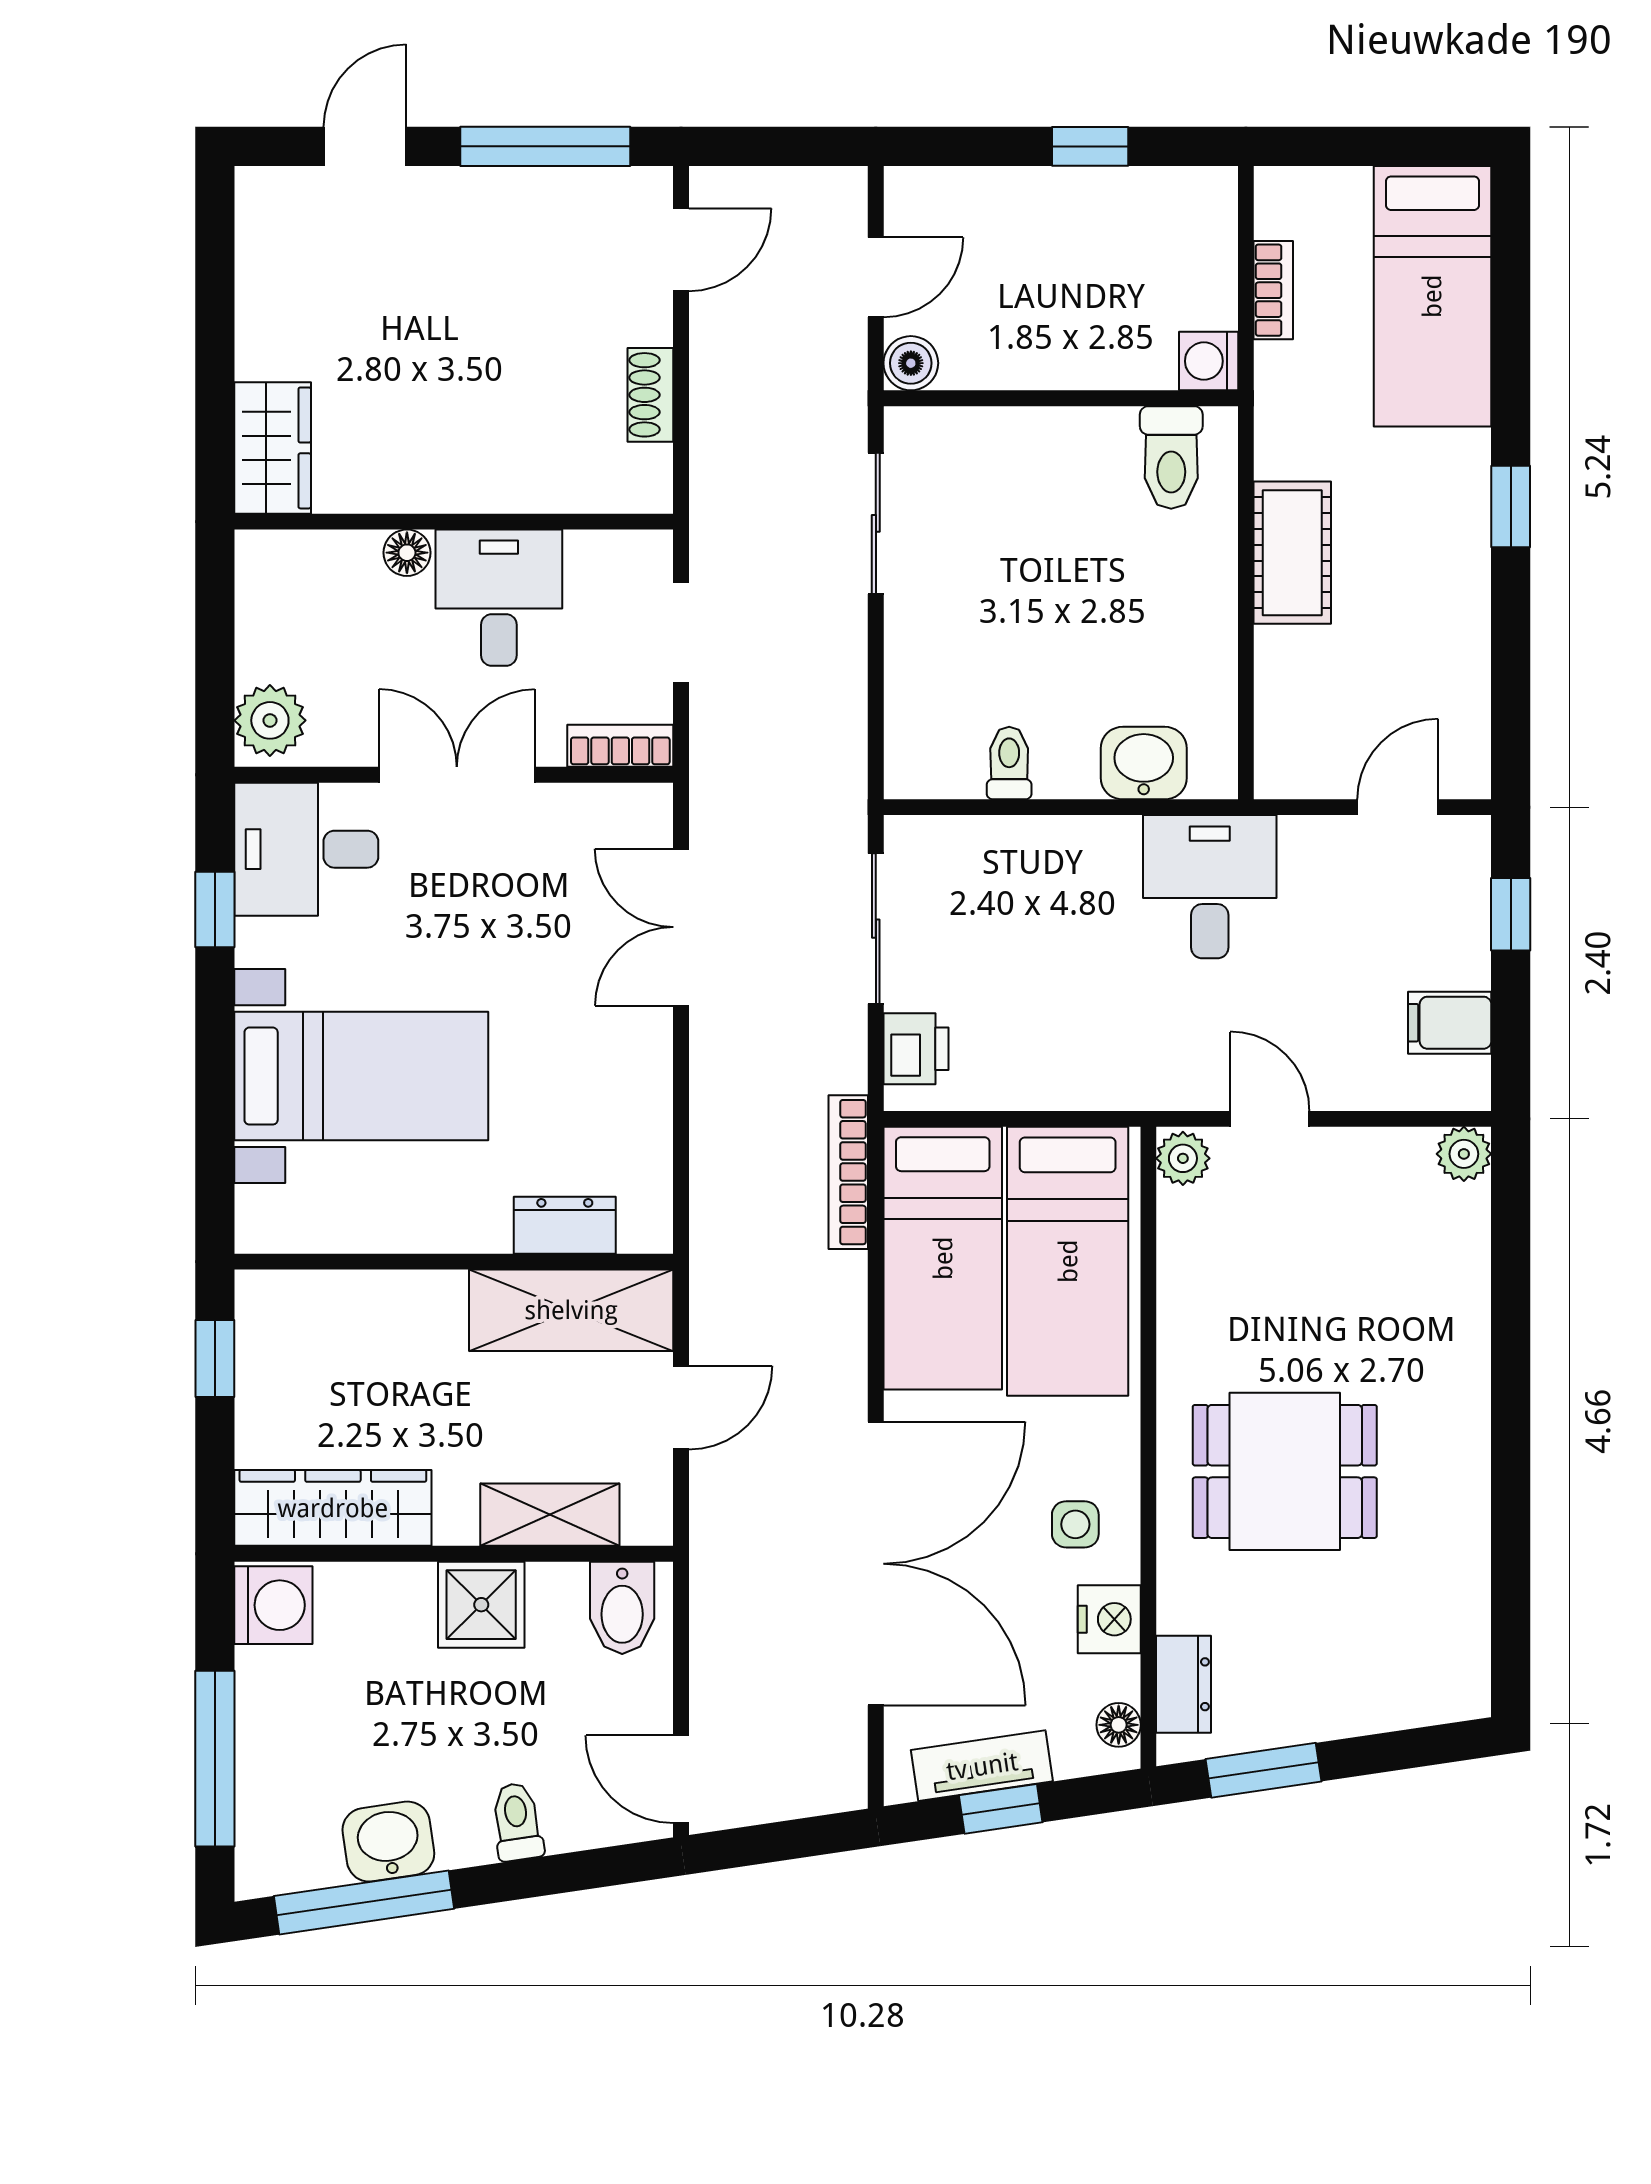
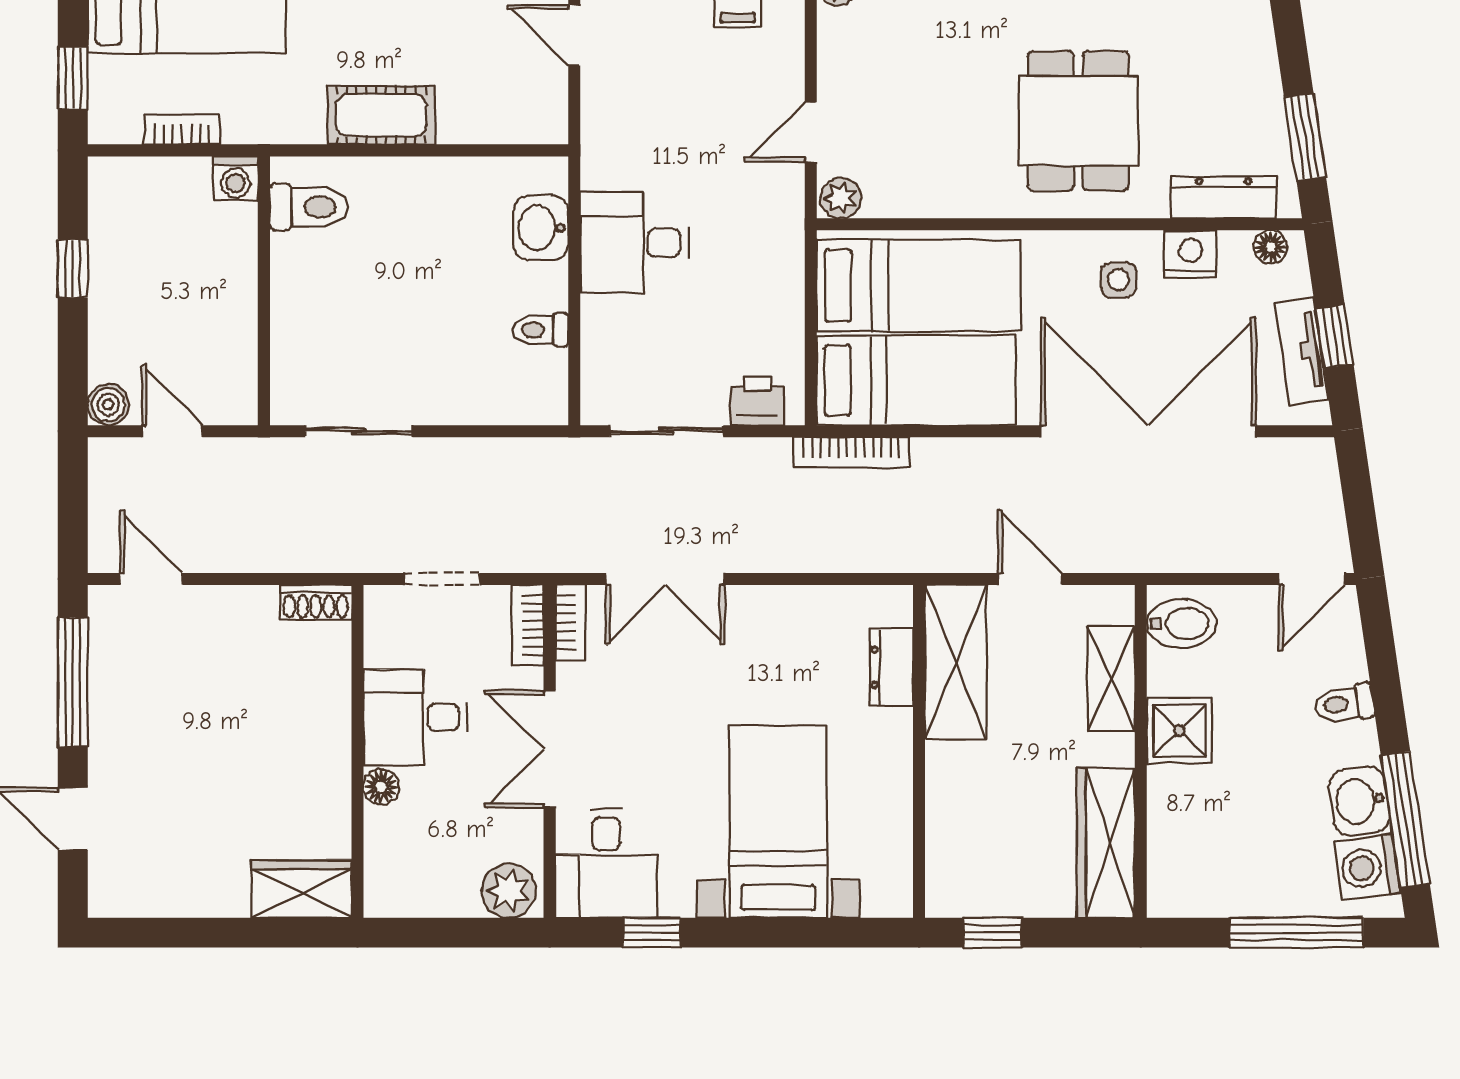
window: (1341, 146) -> (73, 78), added
boiler: (911, 363) -> (108, 405), moved
shoe rack: (650, 395) -> (316, 602), moved
bookcase: (624, 802) -> (571, 622), added
desk: (1210, 887) -> (635, 243), moved
washing machine: (273, 1605) -> (1367, 867), moved, turned -98
dresser: (1184, 1684) -> (1224, 198), width x1.44

